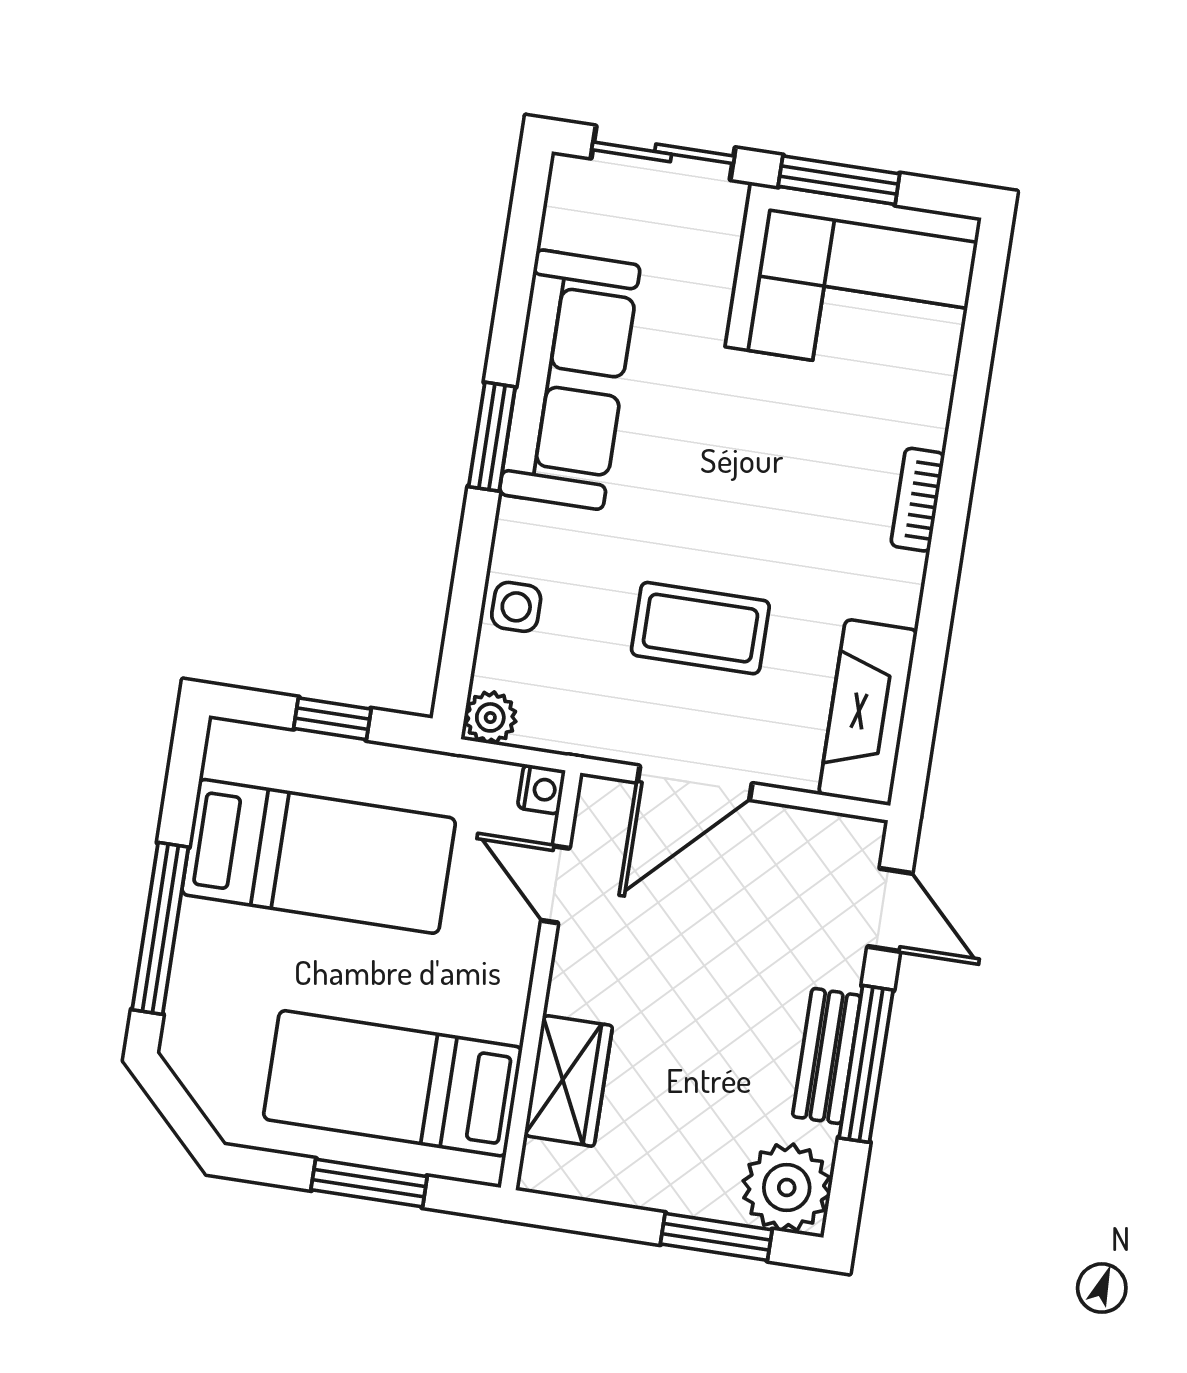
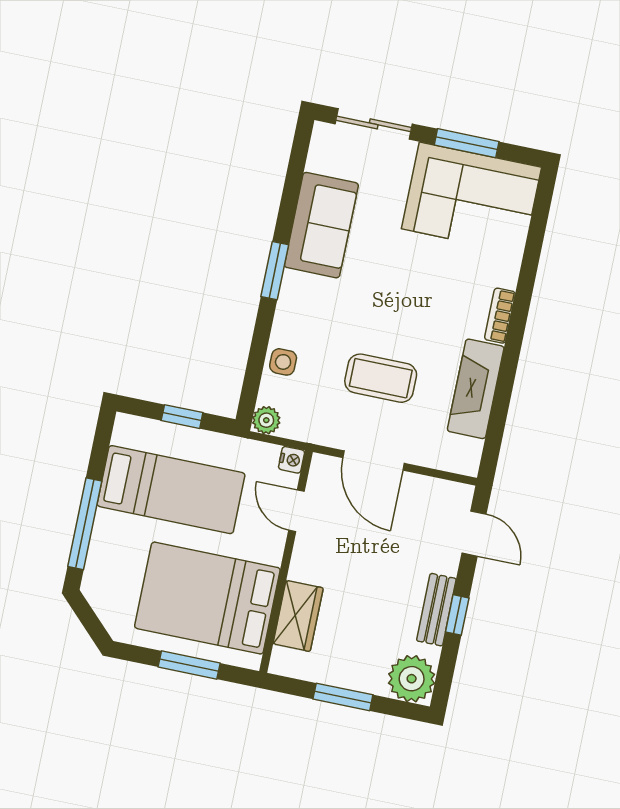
sofa: (570, 380) -> (321, 225), width x0.73
fireplace: (868, 712) -> (476, 389), moved
door: (695, 783) -> (373, 461), hinge flipped
window: (866, 1064) -> (457, 615), width x0.46
bed: (393, 1083) -> (207, 598), width x1.50
window: (716, 1237) -> (343, 697), moved

